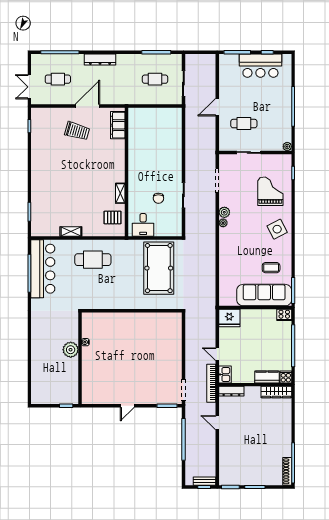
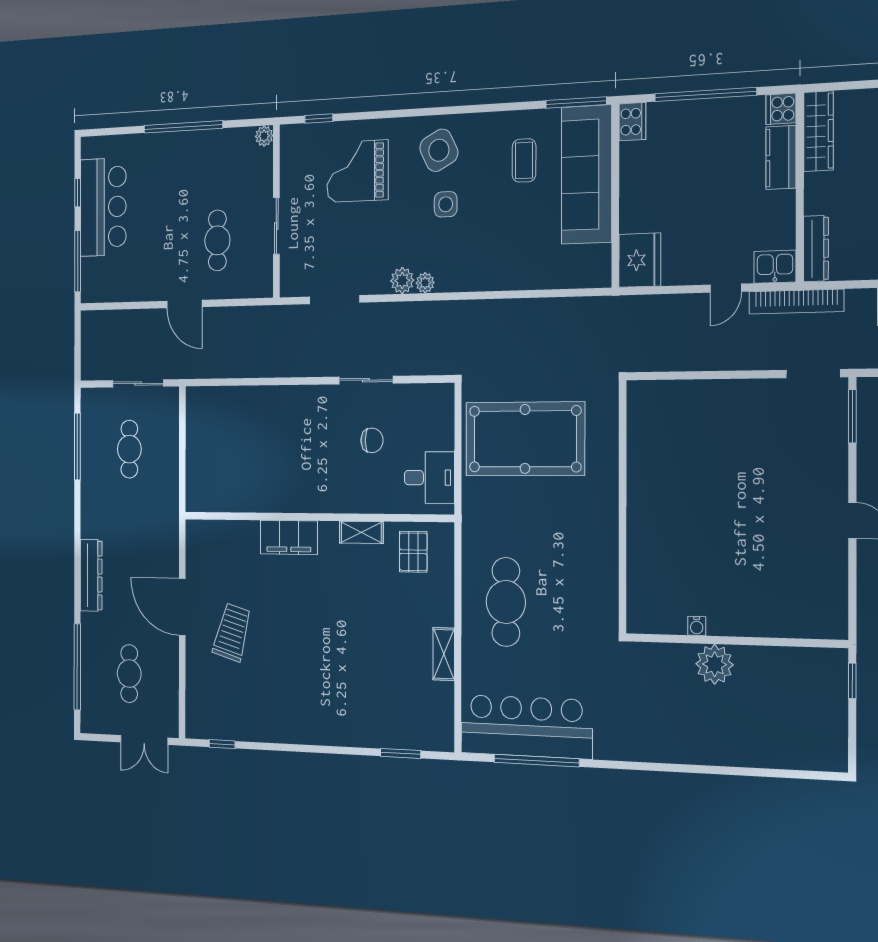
filing cabinet: (118, 125) -> (289, 537), moved
side table: (255, 232) -> (446, 204), added

